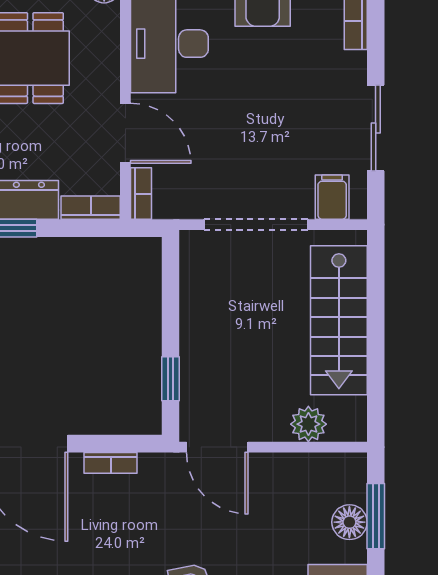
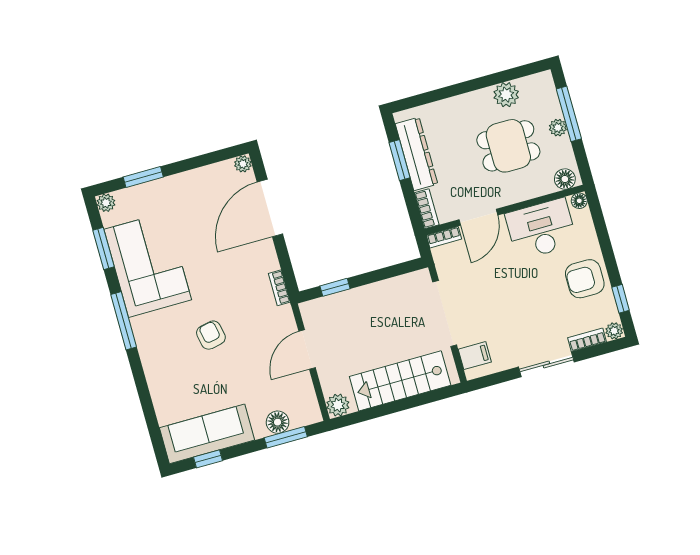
sliding door: (376, 128) -> (546, 364), moved
plant: (308, 424) -> (338, 405), moved
door: (217, 447) -> (307, 349), moved
bookcase: (111, 463) -> (279, 288), moved

